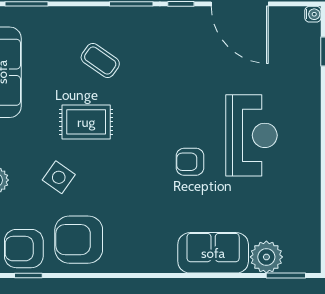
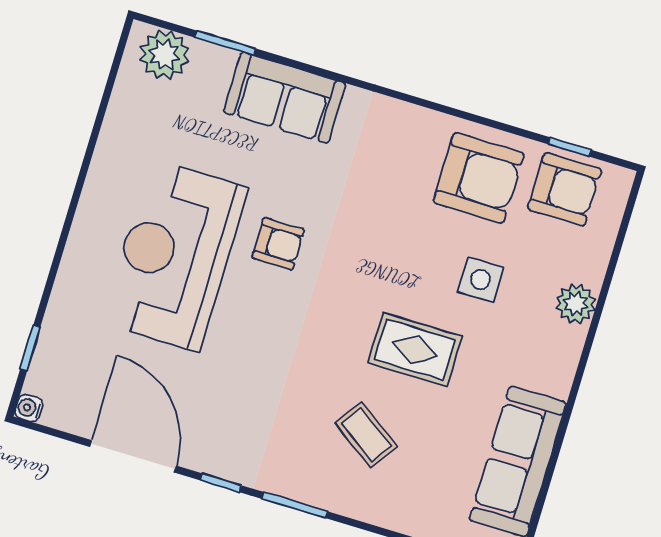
reception desk: (251, 135) -> (175, 255), width x1.36, depth x1.30
side table: (59, 177) -> (480, 280), turned -35
plant: (266, 257) -> (164, 55), moved
window: (286, 276) -> (225, 43), moved

